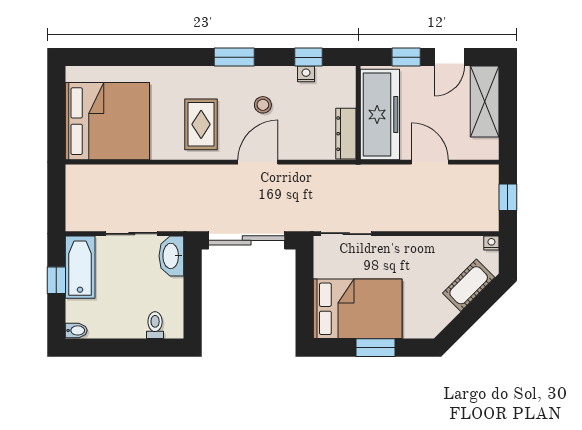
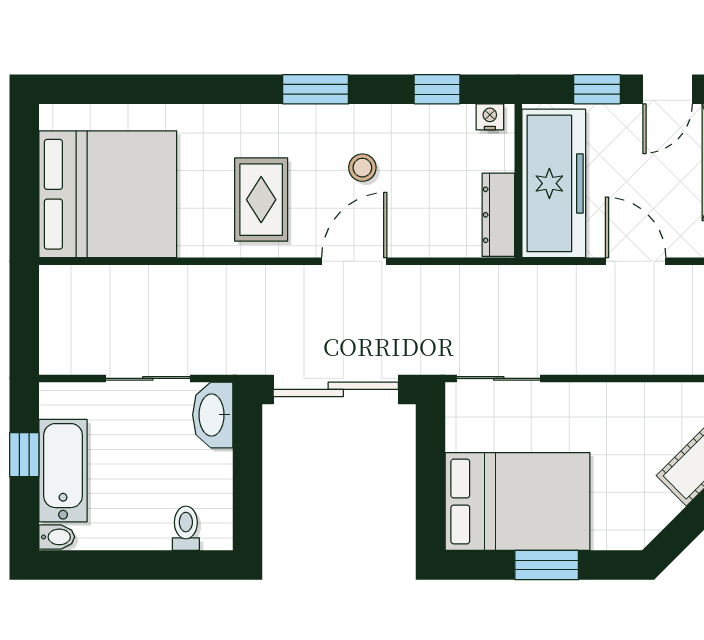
nightstand: (306, 74) -> (490, 117), moved
bathtub: (80, 267) -> (63, 471), moved

